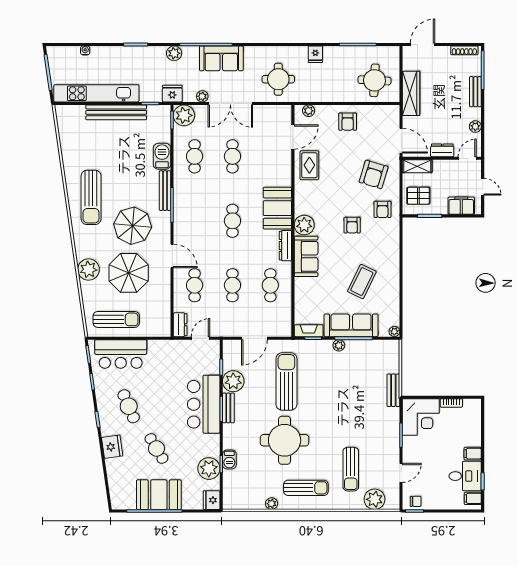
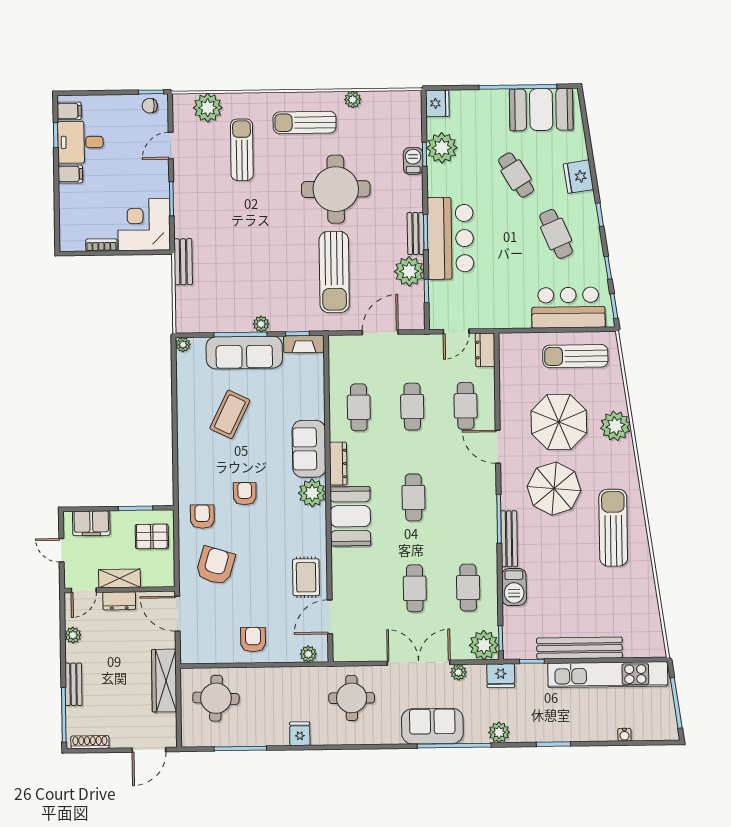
shelving: (417, 166) -> (119, 578), moved
booth: (159, 495) -> (541, 110), moved

